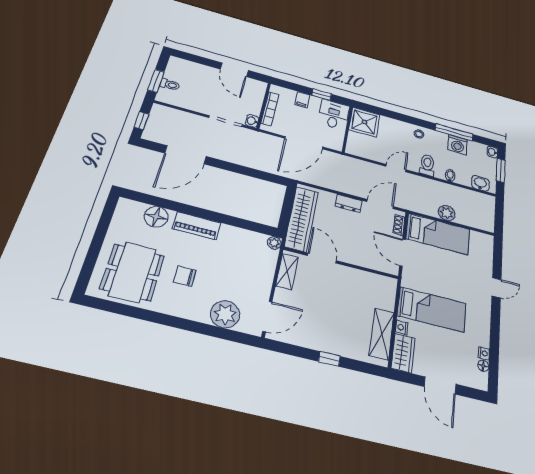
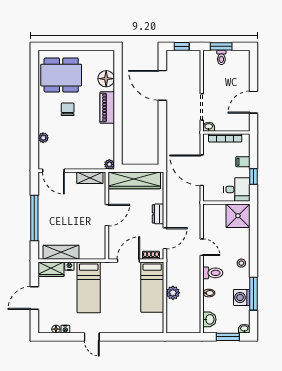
door: (380, 204) -> (165, 238), hinge flipped
door: (322, 258) -> (107, 215), moved
door: (496, 288) -> (92, 337), moved
plant: (225, 314) -> (43, 138), width x0.53, depth x0.53
window: (329, 359) -> (34, 218), width x3.17

